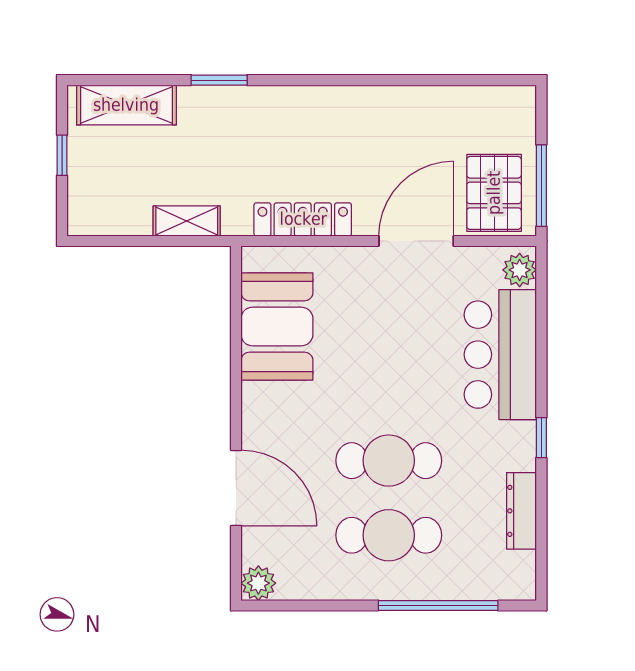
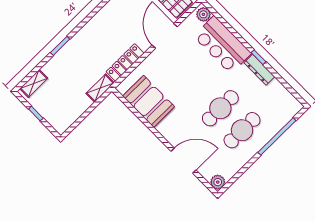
shelving: (126, 105) -> (34, 83), width x0.67, depth x0.75
shelving: (187, 221) -> (100, 88), moved
dresser: (521, 511) -> (259, 70), moved

